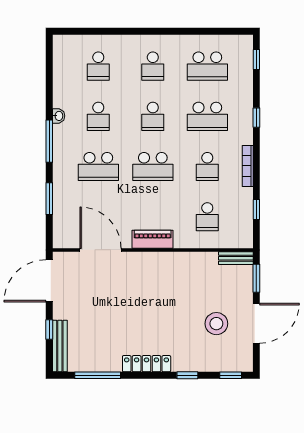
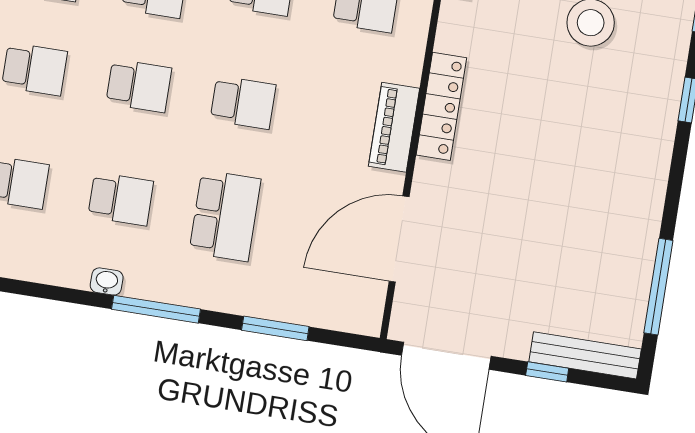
school desk: (153, 167) -> (243, 103), width x0.54
locker: (147, 364) -> (441, 106), moved, turned 180

